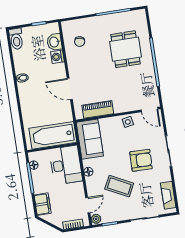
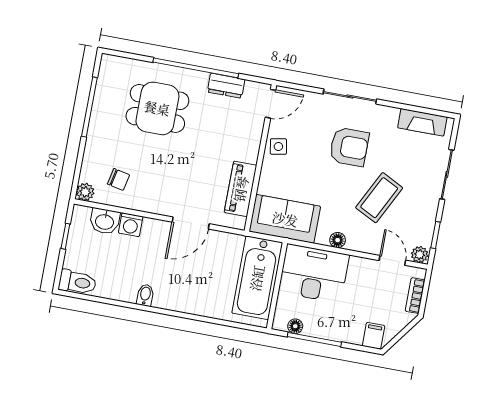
plant: (67, 26) -> (85, 192), added
dresser: (151, 82) -> (226, 86), added
armchair: (141, 160) -> (349, 147), turned 89
filing cabinet: (43, 204) -> (374, 336), width x0.50

